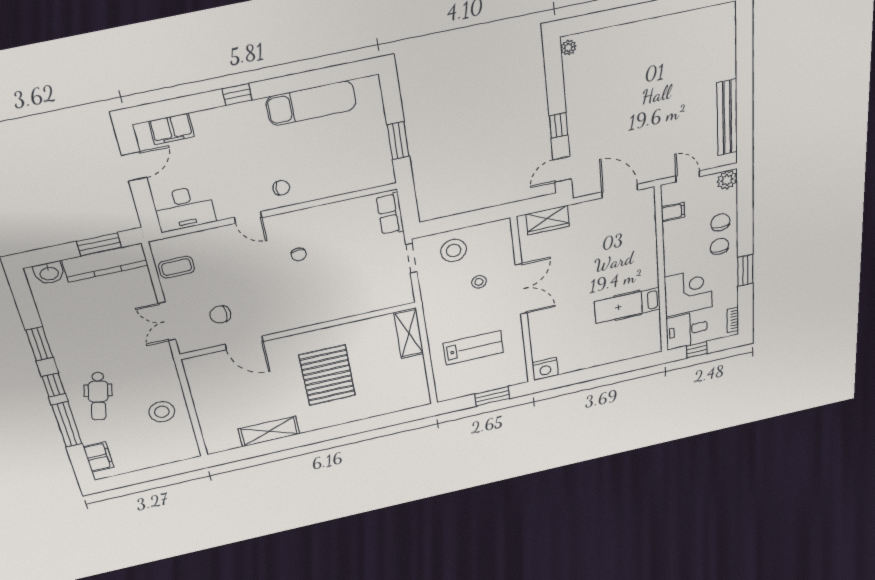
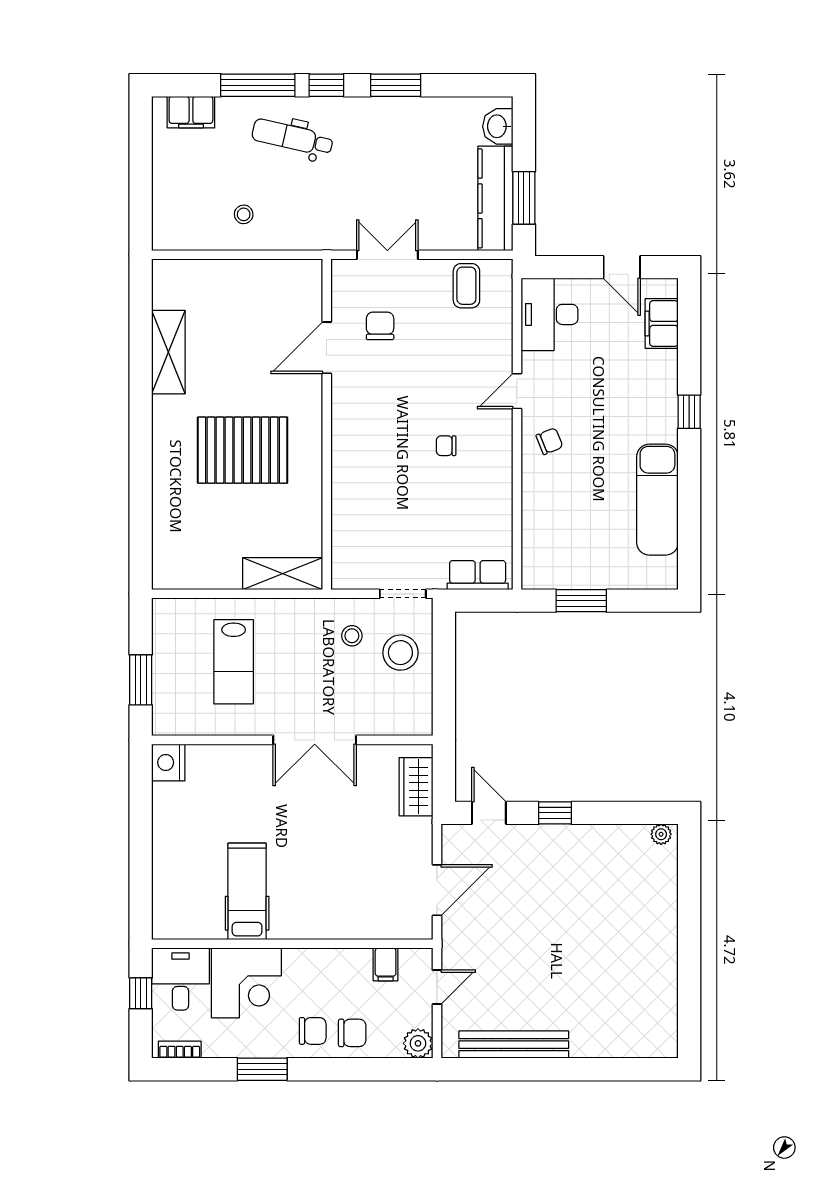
chair: (281, 188) -> (549, 441), turned -112
stool: (479, 282) -> (352, 636), moved
stool: (162, 412) -> (244, 214), width x0.53, depth x0.53

